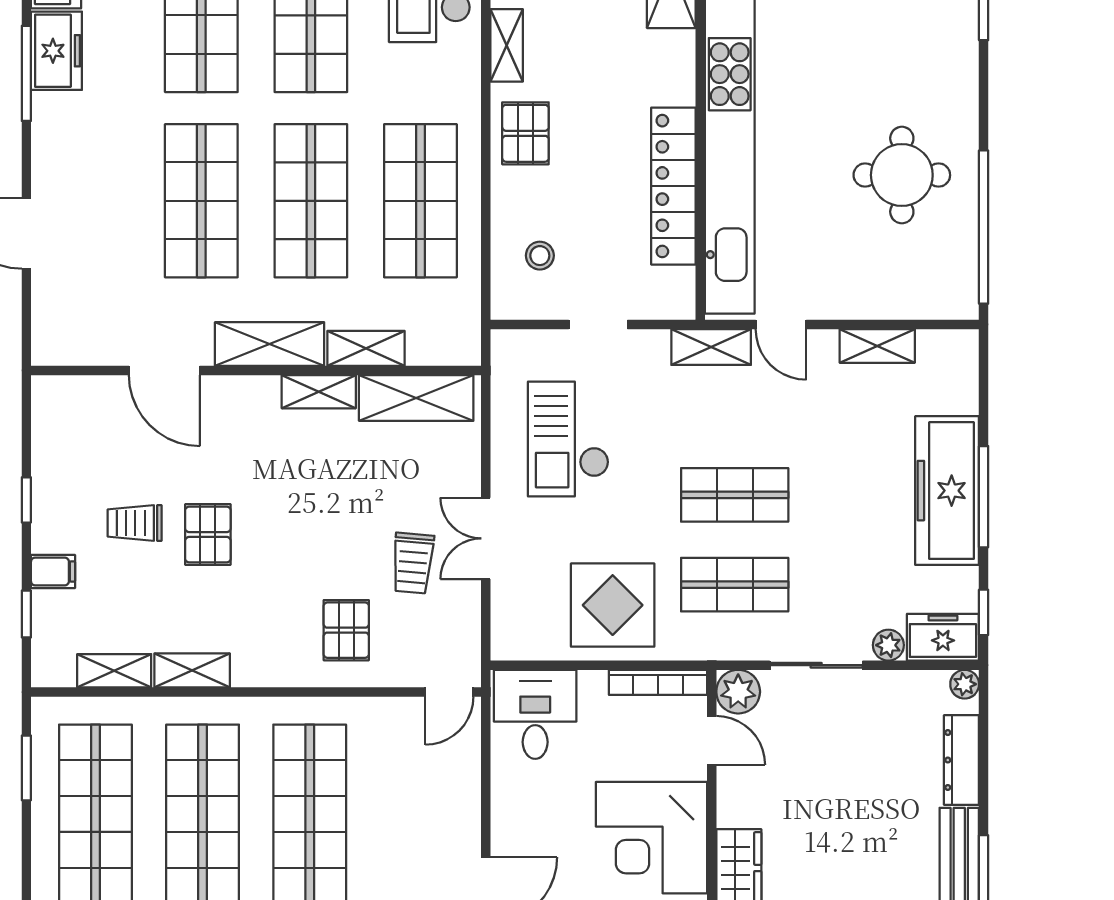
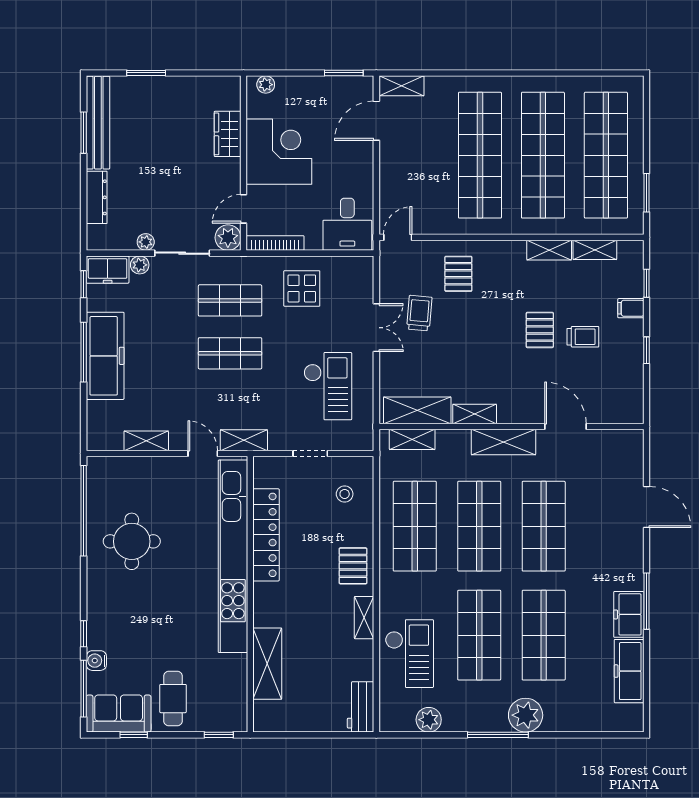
shelving: (366, 348) -> (412, 439), moved
display table: (613, 605) -> (302, 288), width x0.73, depth x0.73
plant: (965, 684) -> (146, 242), moved
door: (712, 740) -> (244, 209), hinge flipped

